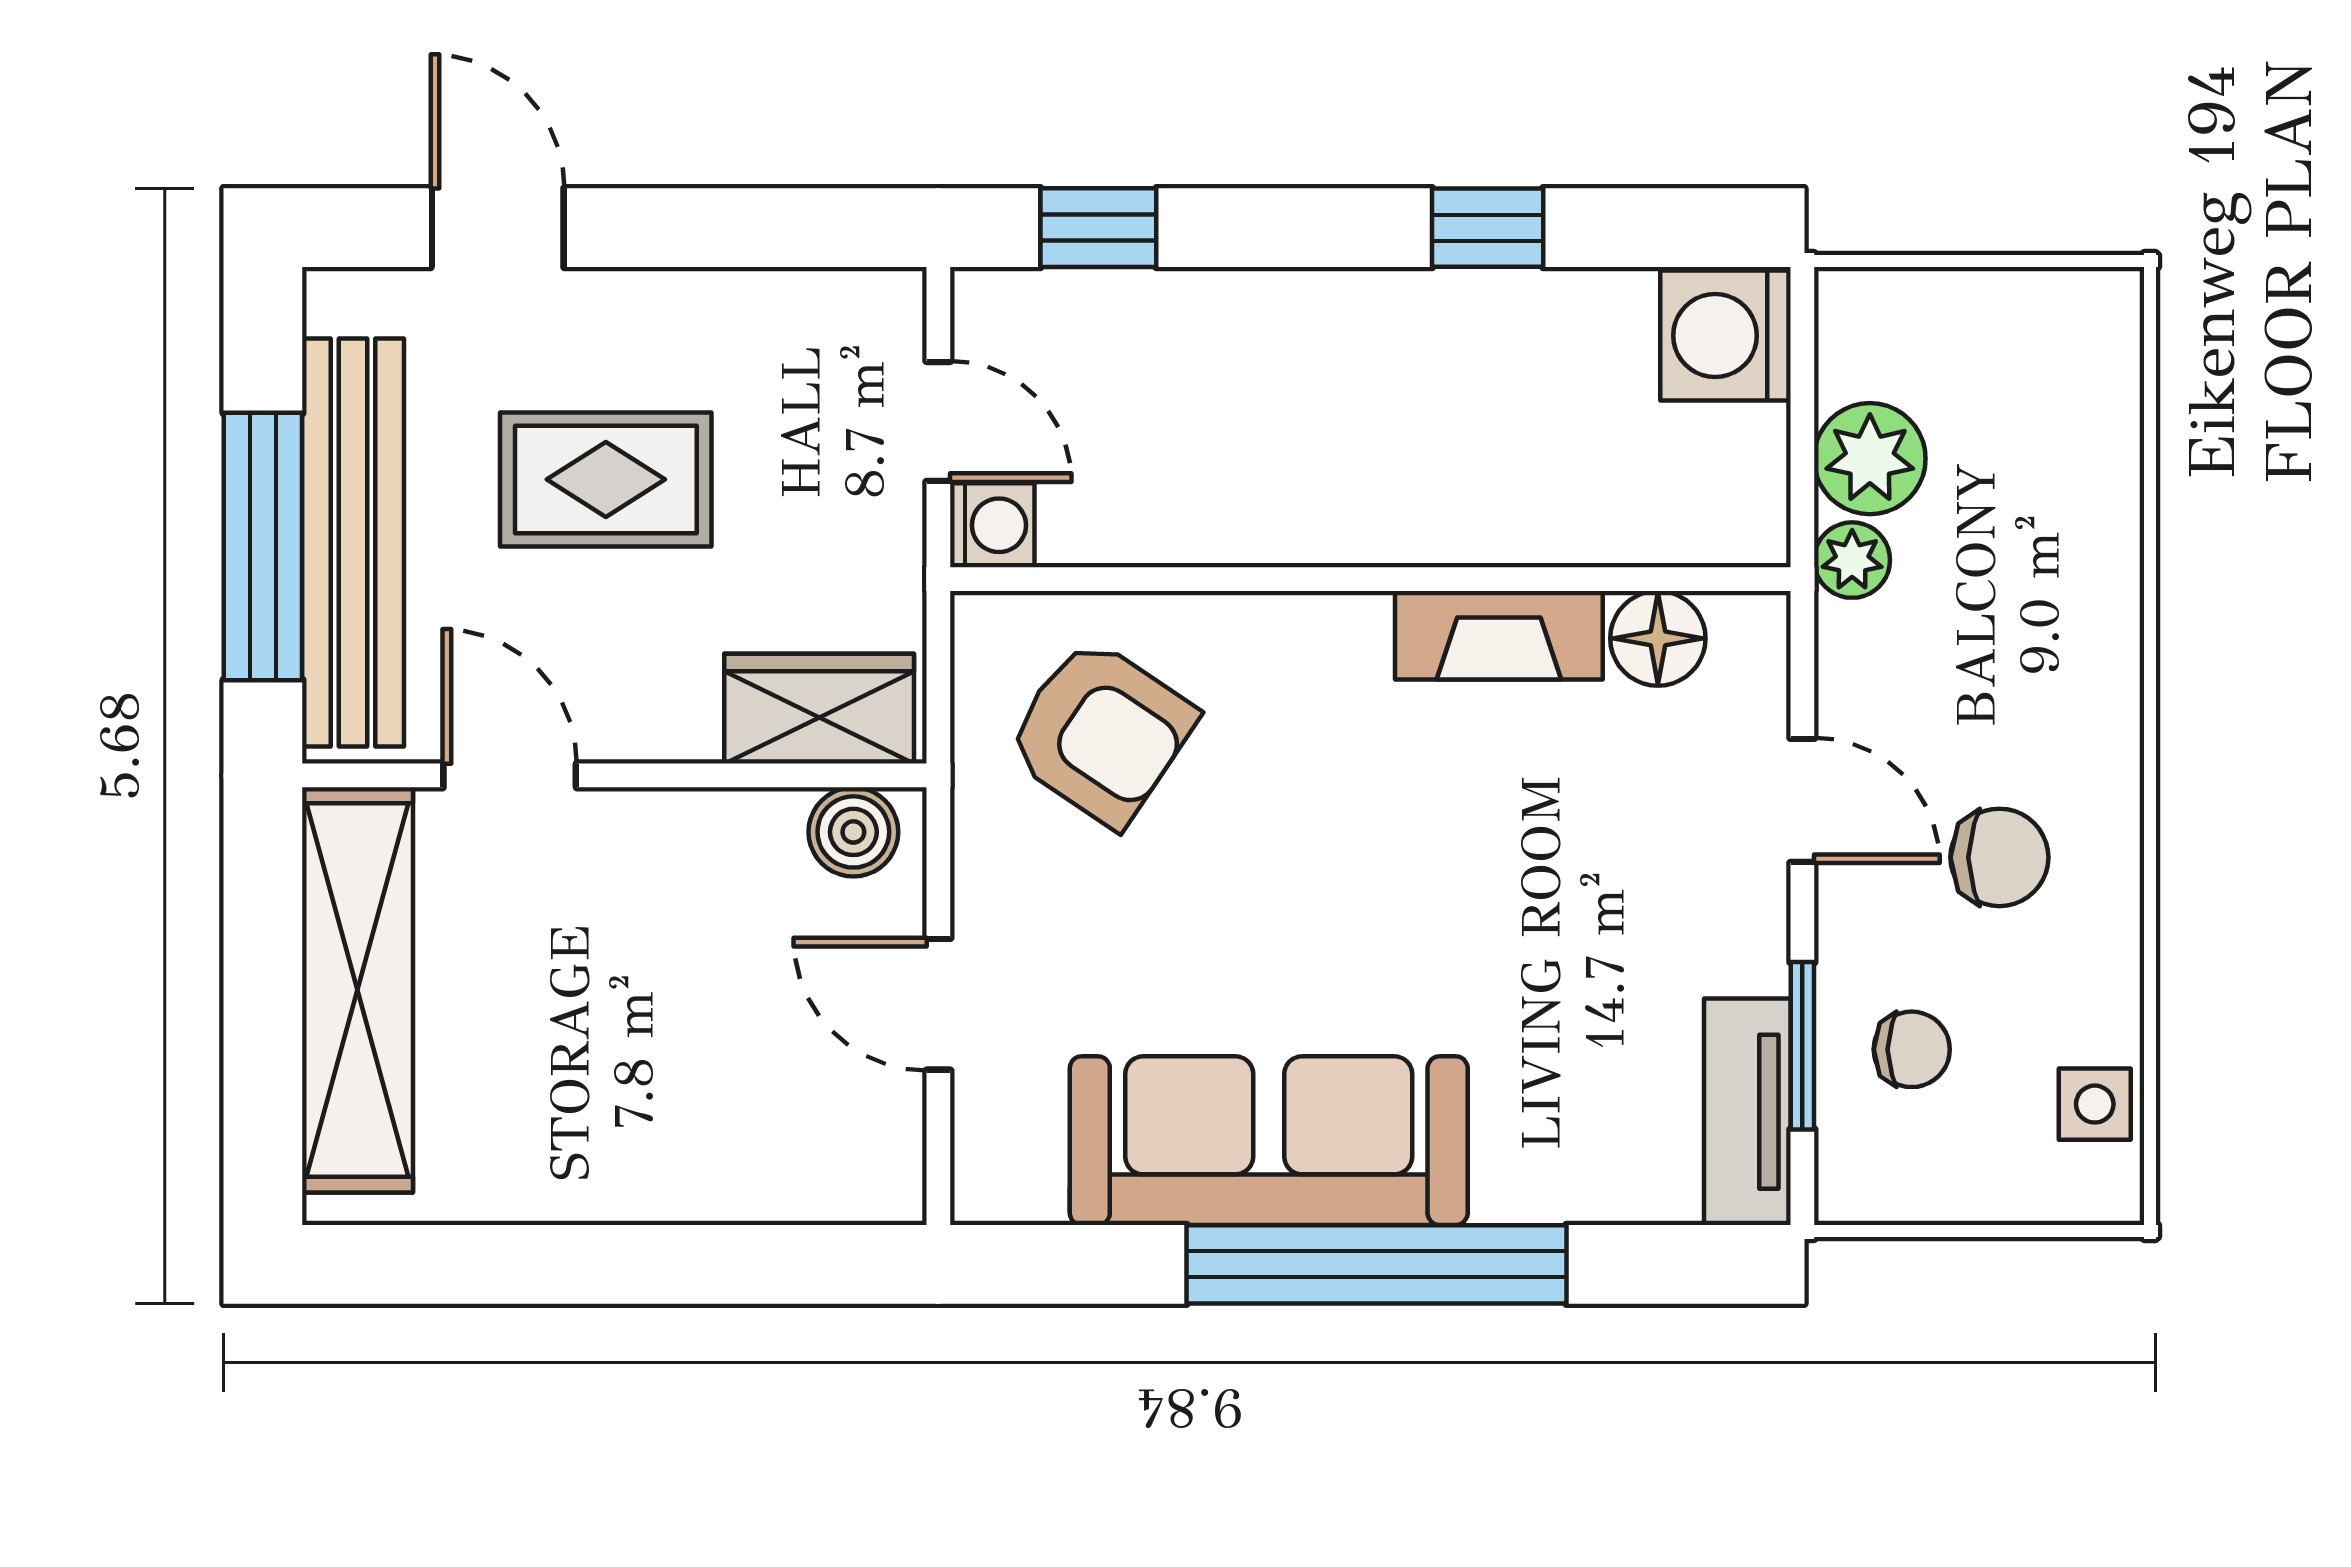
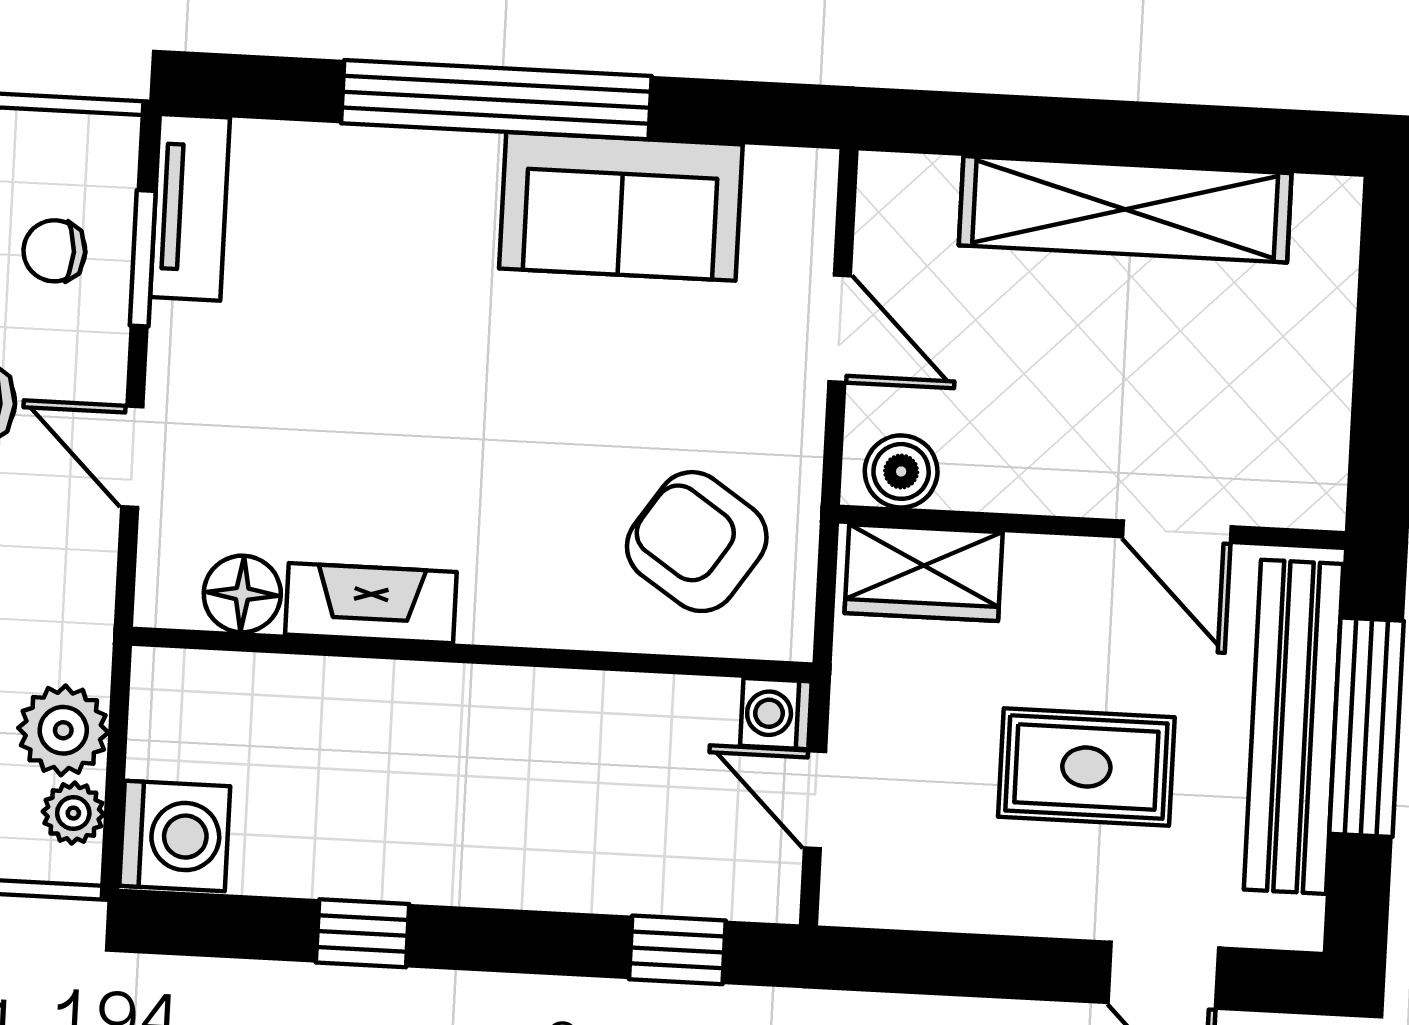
plant: (1852, 560) -> (73, 813), moved
shelving: (358, 990) -> (1125, 209), moved, turned 90
sofa: (1269, 1141) -> (621, 206), width x0.73

